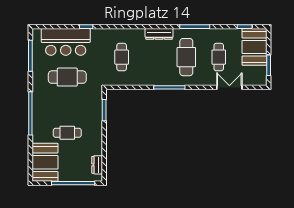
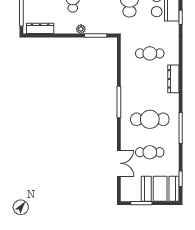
dresser: (159, 34) -> (173, 79), moved
plant: (98, 125) -> (81, 29), added
dresser: (97, 165) -> (40, 28), width x1.44

